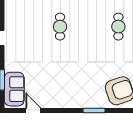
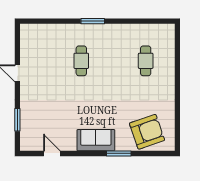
sofa: (14, 89) -> (96, 140), moved, turned -90

